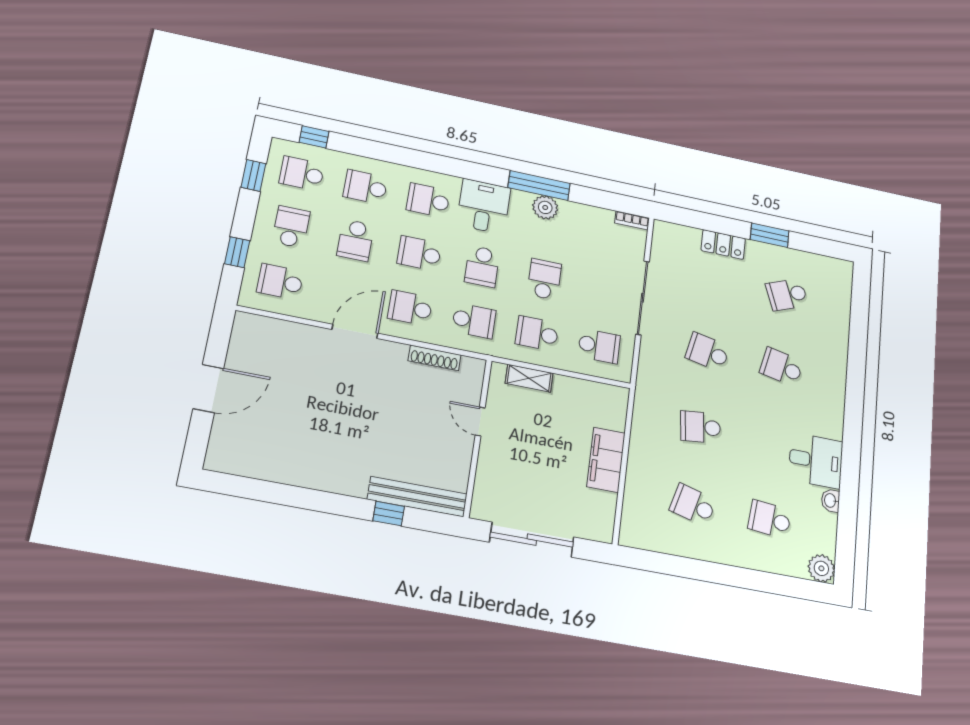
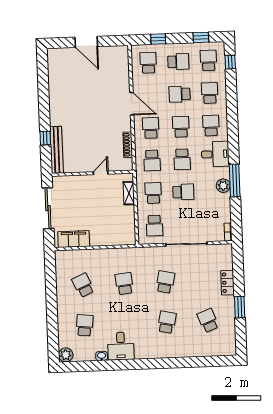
school desk: (482, 266) -> (182, 159), turned -90
filing cabinet: (606, 460) -> (74, 239), moved
school desk: (693, 505) -> (83, 285), turned -39

